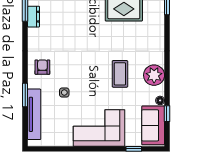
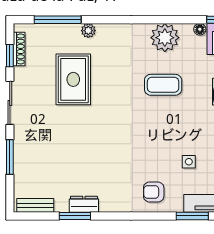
plant: (159, 20) -> (88, 31), added

